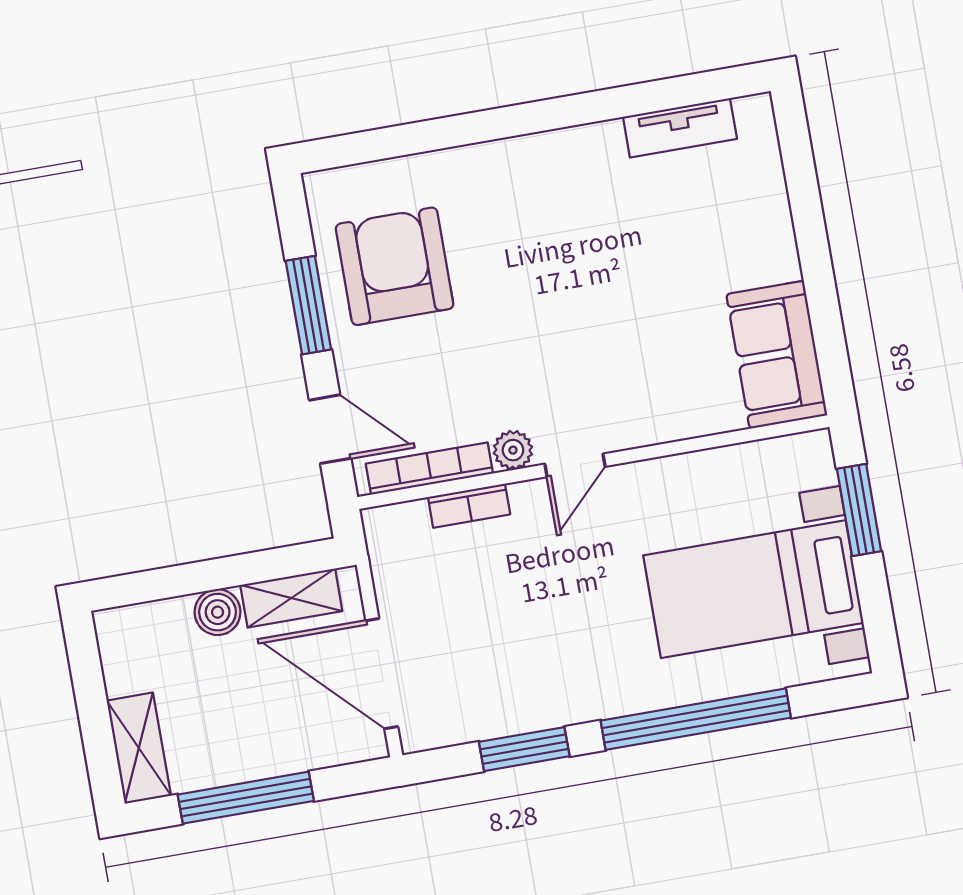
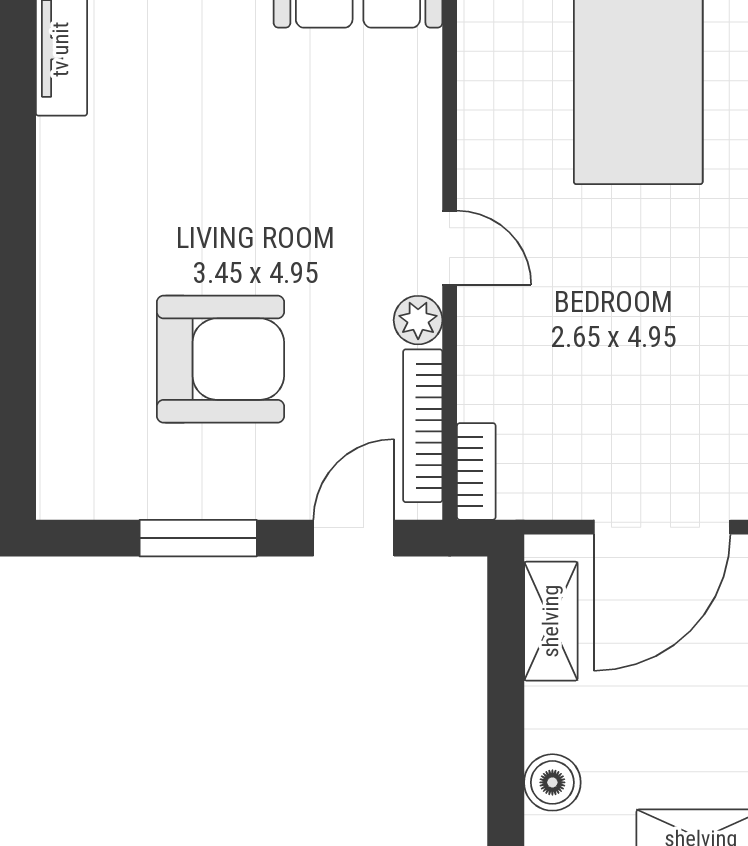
armchair: (395, 266) -> (221, 359), moved, turned 180
bookcase: (469, 506) -> (476, 471), moved
boiler: (218, 612) -> (552, 782), moved

